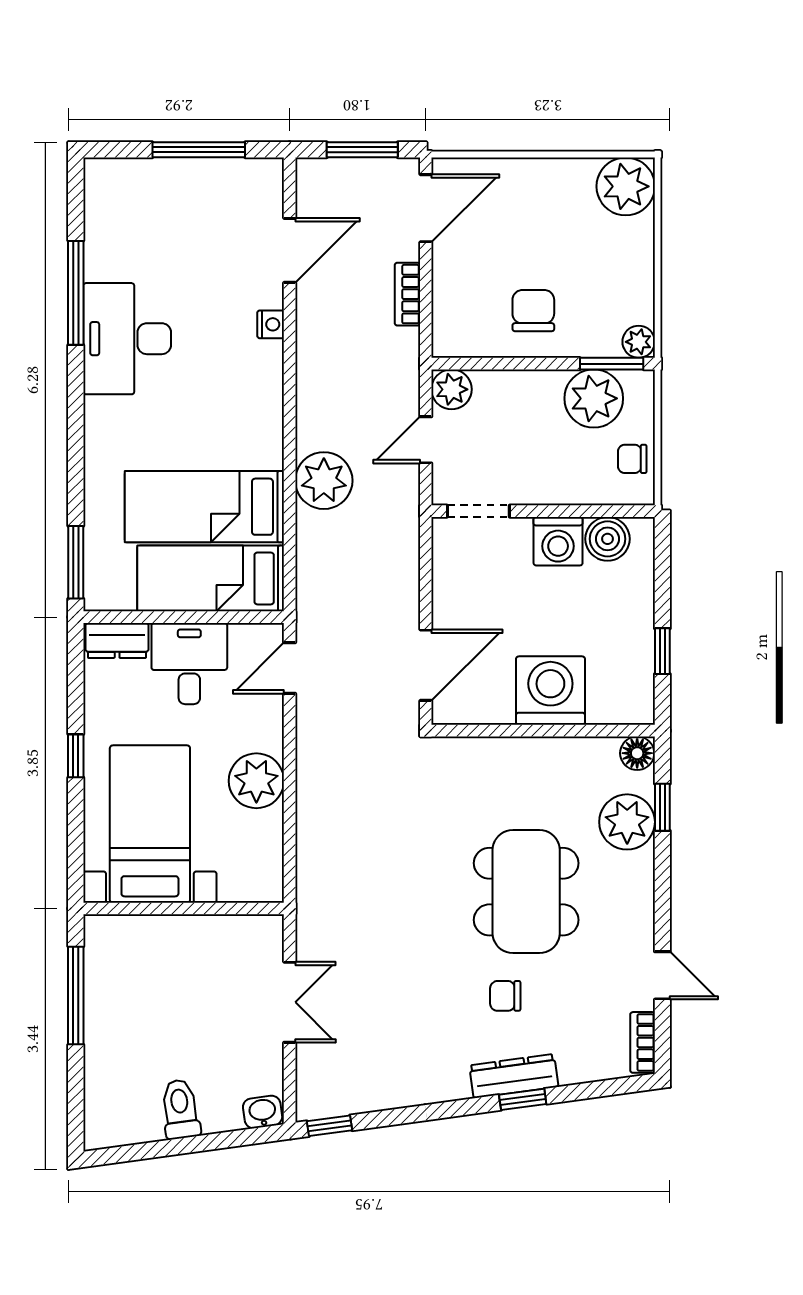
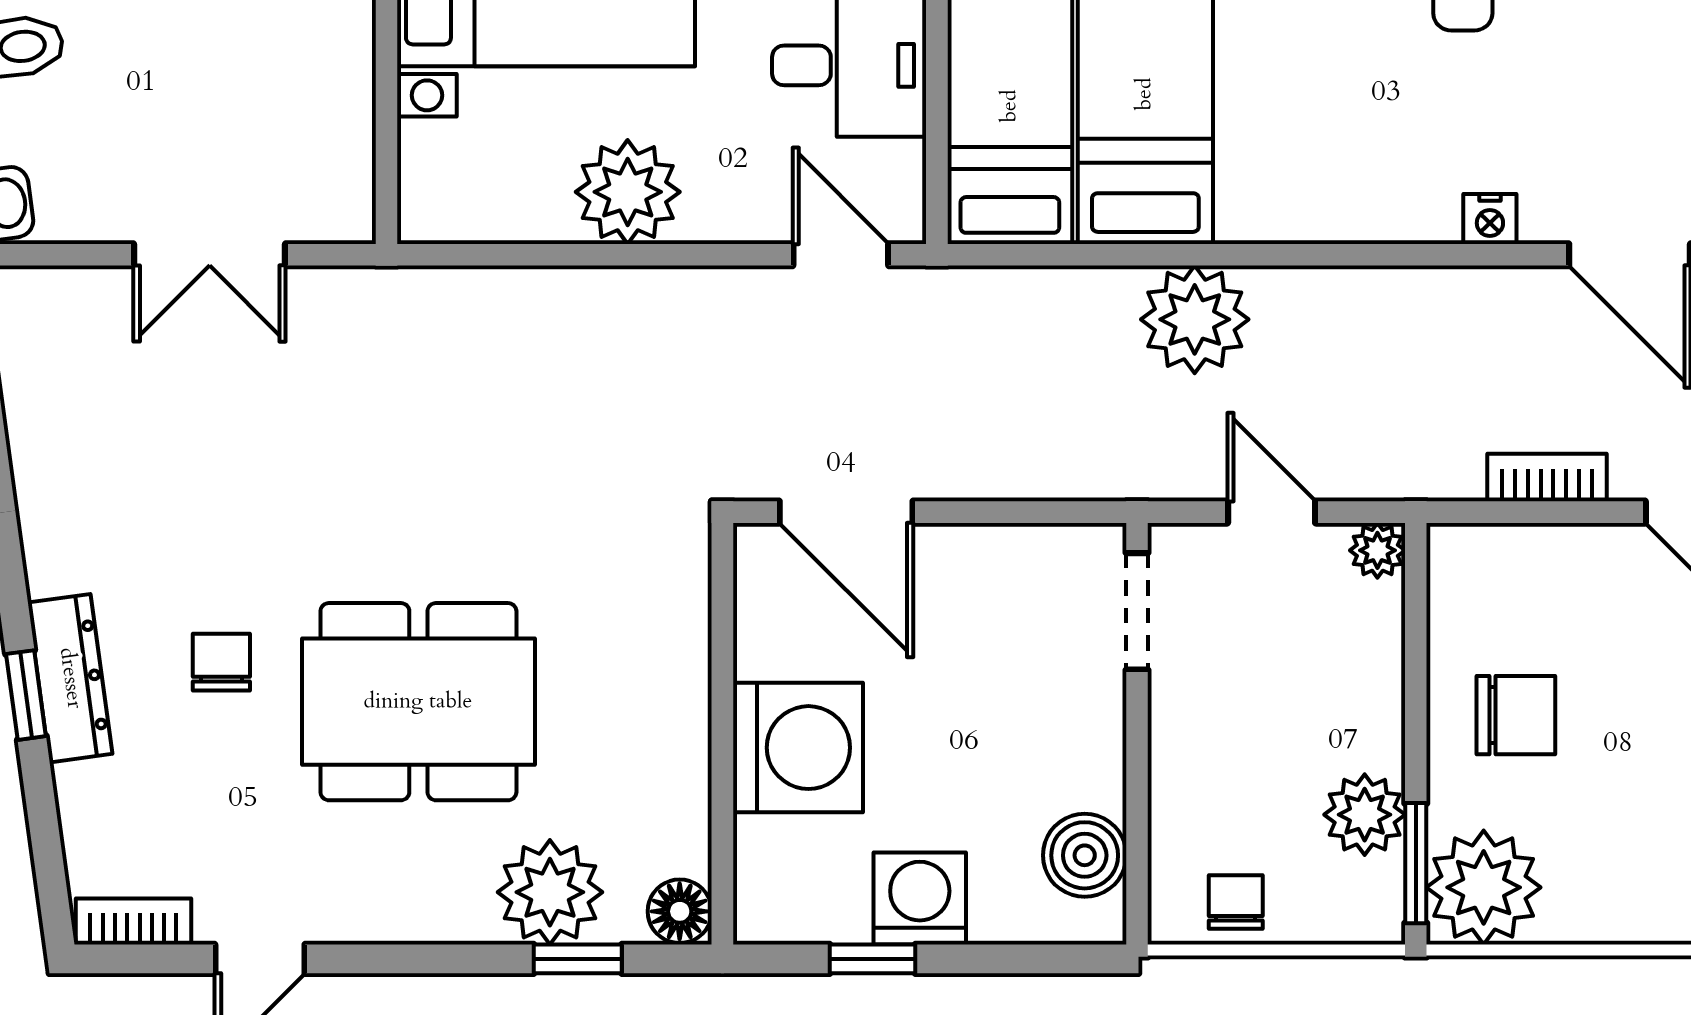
plant: (639, 342) -> (1484, 887), width x1.88, depth x1.88
plant: (452, 389) -> (1377, 550), width x0.73, depth x0.73
plant: (594, 398) -> (1365, 815), width x0.73, depth x0.73
washing machine: (558, 541) -> (920, 898), moved, turned 90

